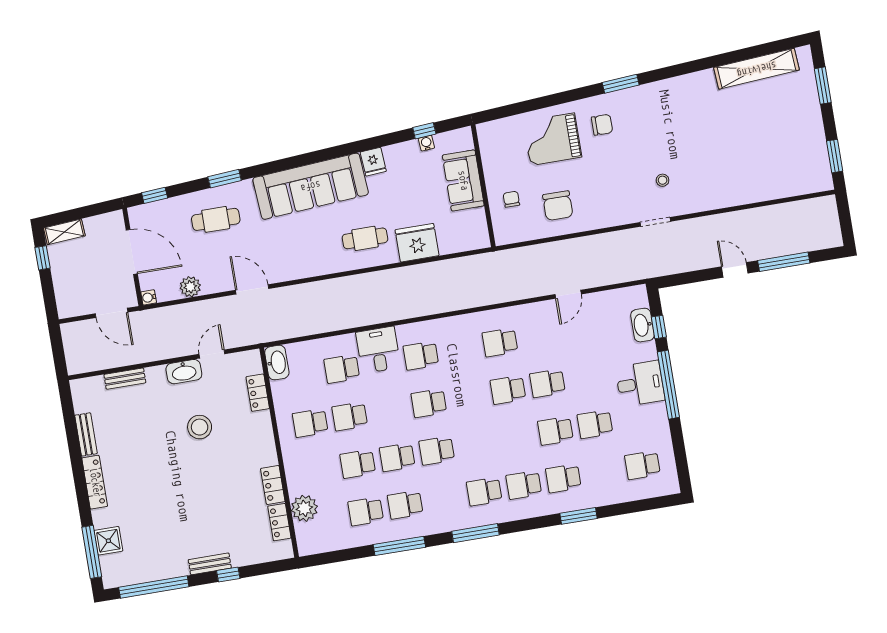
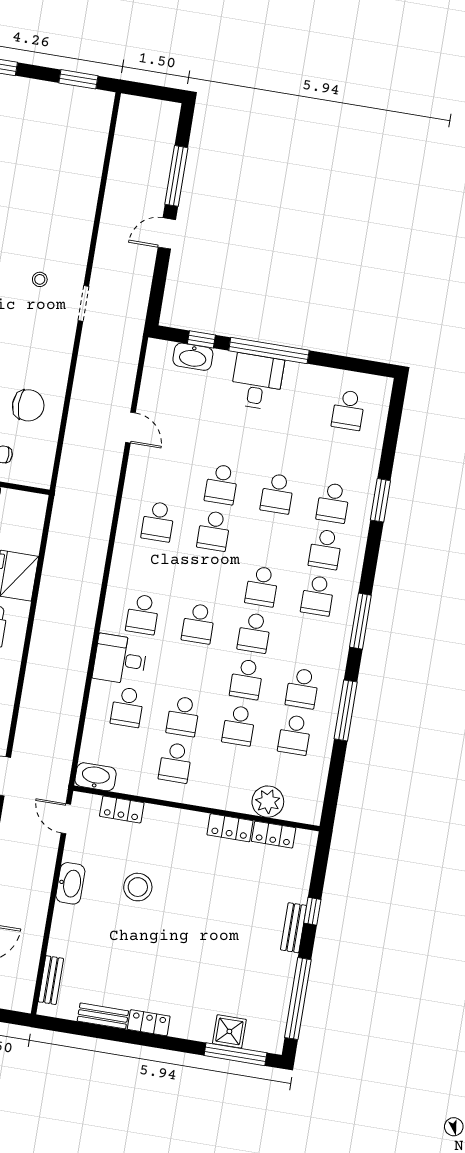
door: (212, 354) -> (66, 819), moved
bench: (125, 379) -> (51, 980), moved
school desk: (595, 424) -> (262, 586), moved
locker: (95, 482) -> (149, 1023), width x0.66

